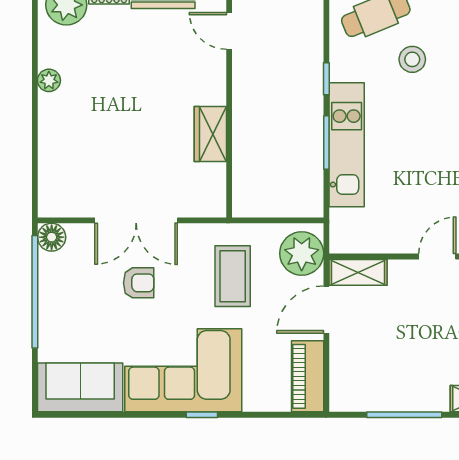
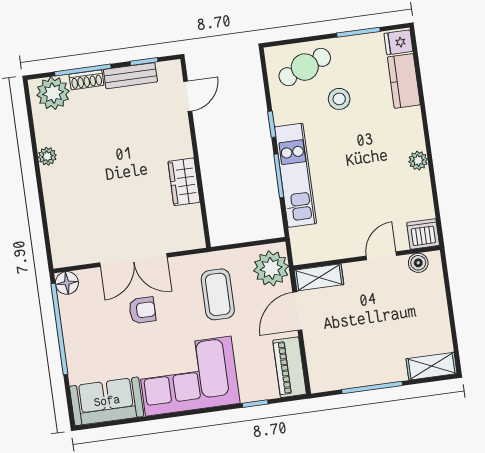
door: (229, 31) -> (188, 96), swing flipped
window: (202, 415) -> (255, 404), moved

